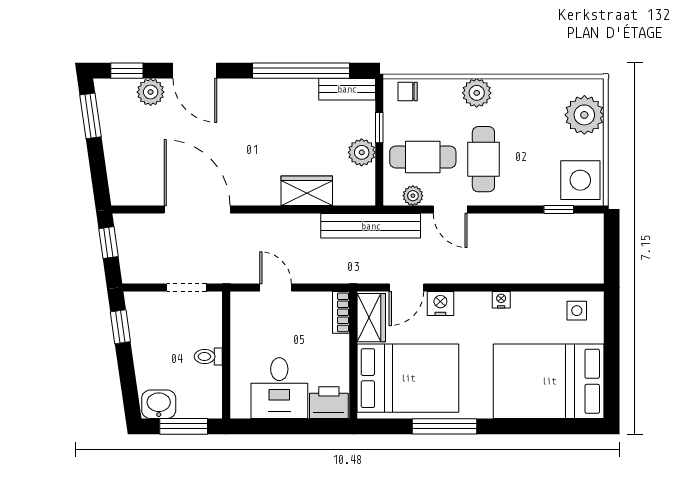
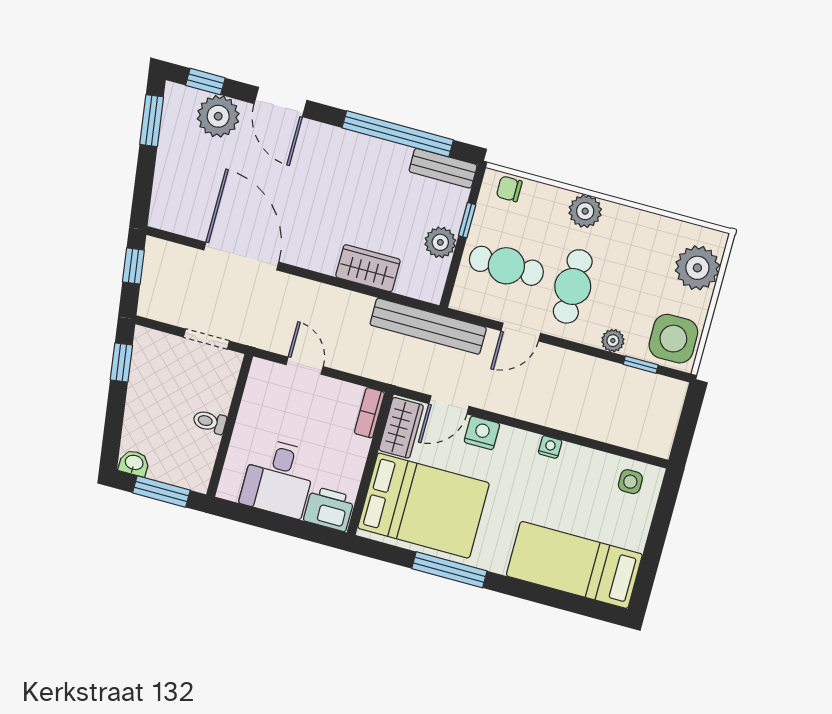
plant: (151, 92) -> (218, 116), width x1.36, depth x1.36
plant: (413, 196) -> (613, 341), moved
door: (450, 210) -> (521, 332), hinge flipped
bed: (549, 381) -> (574, 565), width x0.67
washbasin: (159, 404) -> (134, 463), width x0.72, depth x0.69

